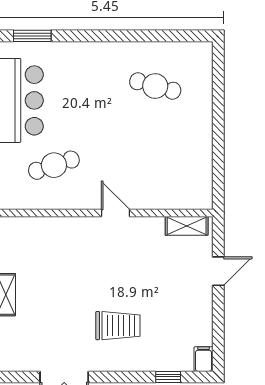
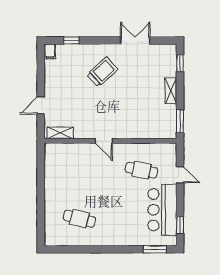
cafe table: (54, 165) -> (141, 170), turned 30
trolley: (118, 326) -> (102, 72), turned 138

